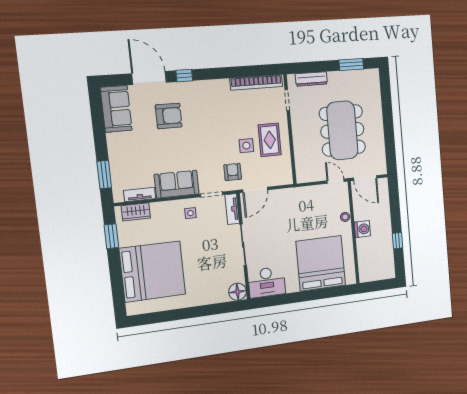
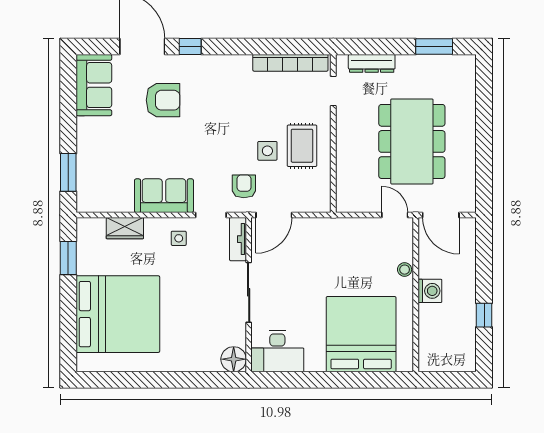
tv unit: (140, 194) -> (112, 205), removed
wardrobe: (136, 212) -> (125, 228), moved

